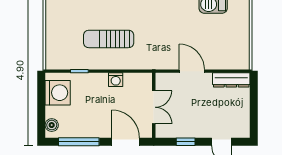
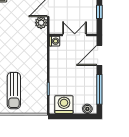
sun lounger: (109, 39) -> (14, 91), moved
plant: (171, 61) -> (41, 23), added
washing machine: (116, 80) -> (55, 41), moved

